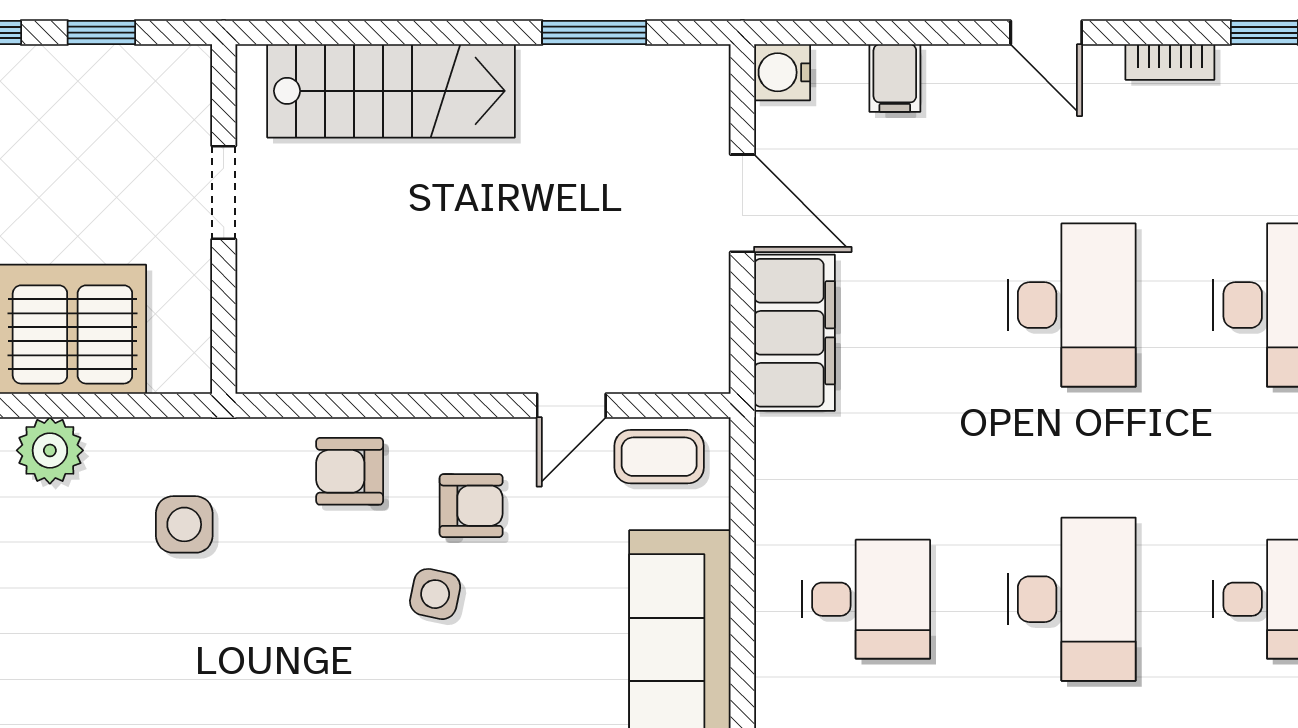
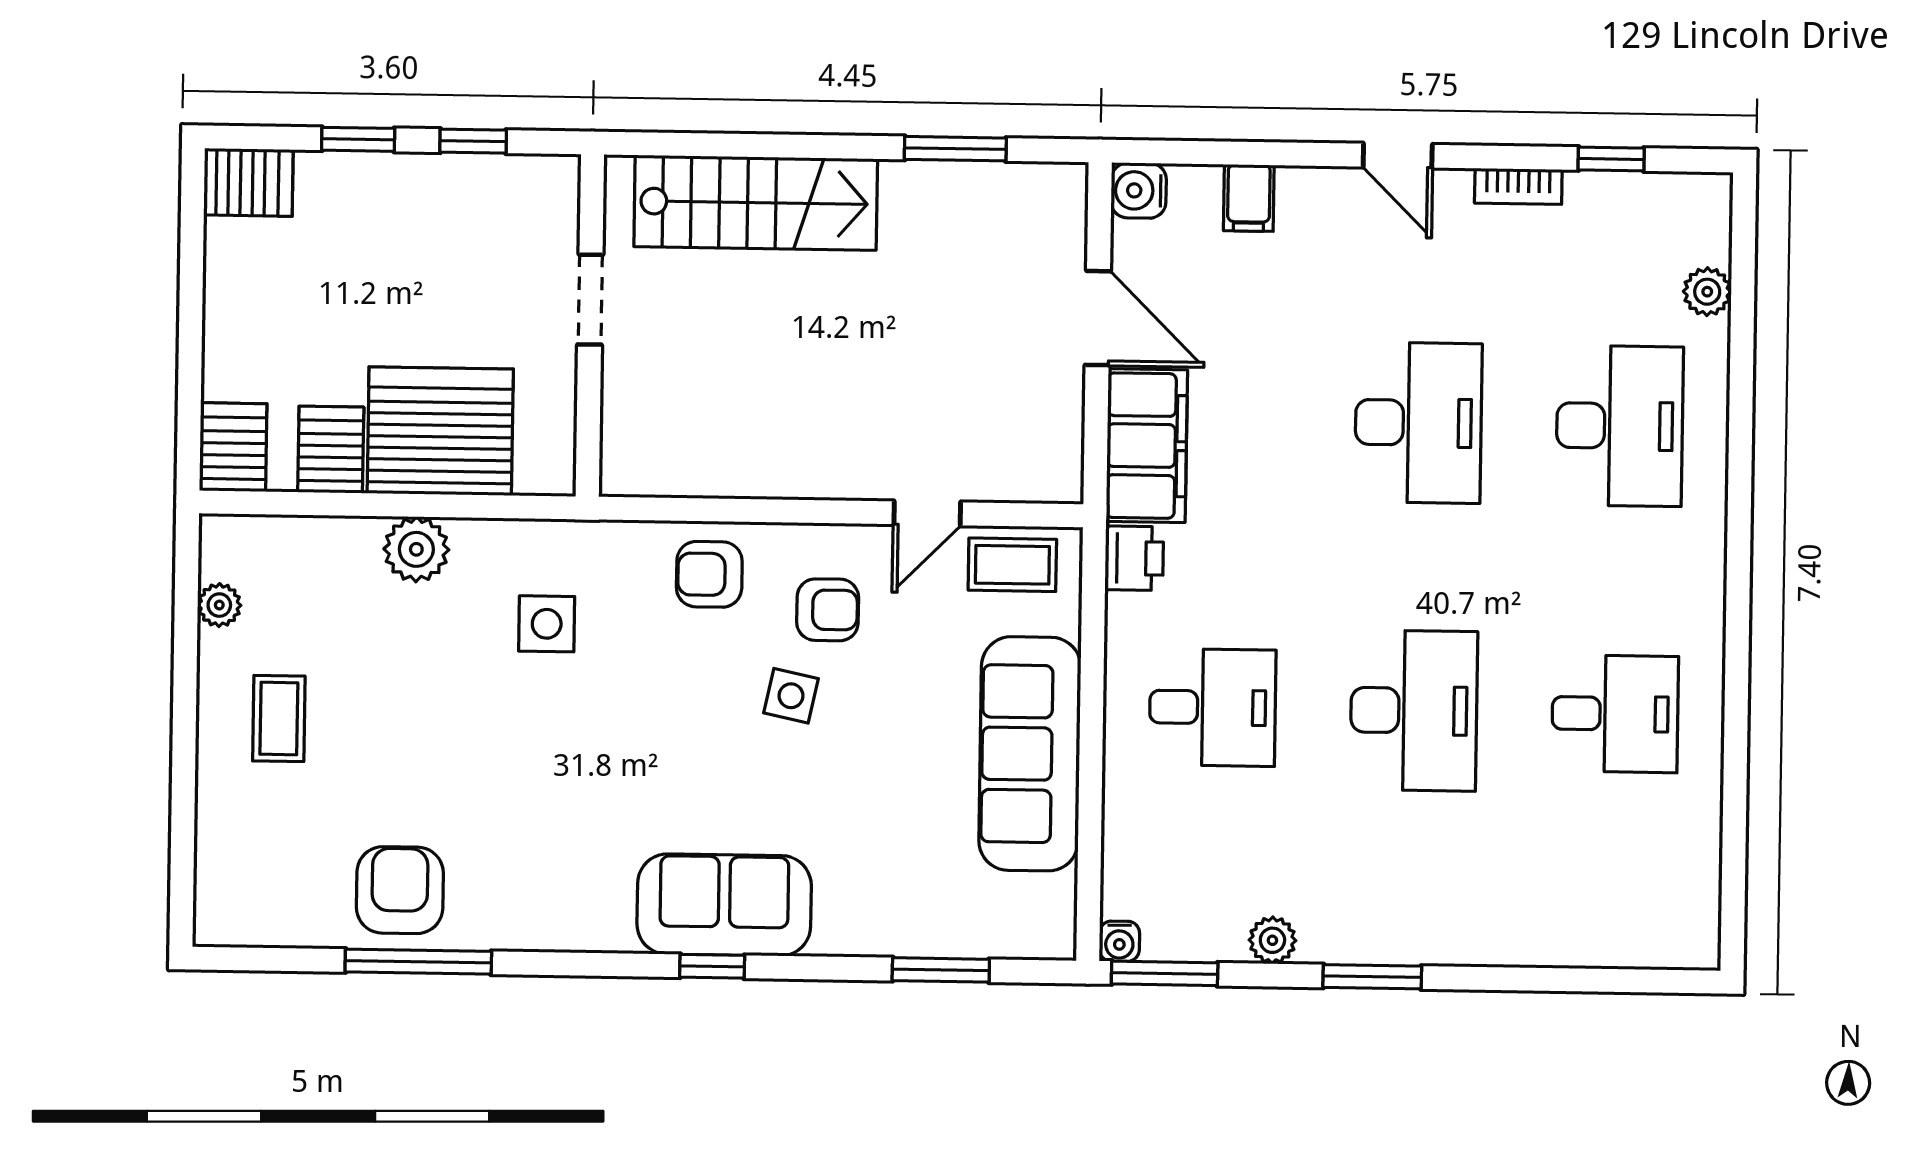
printer: (784, 448) -> (1134, 558), added

